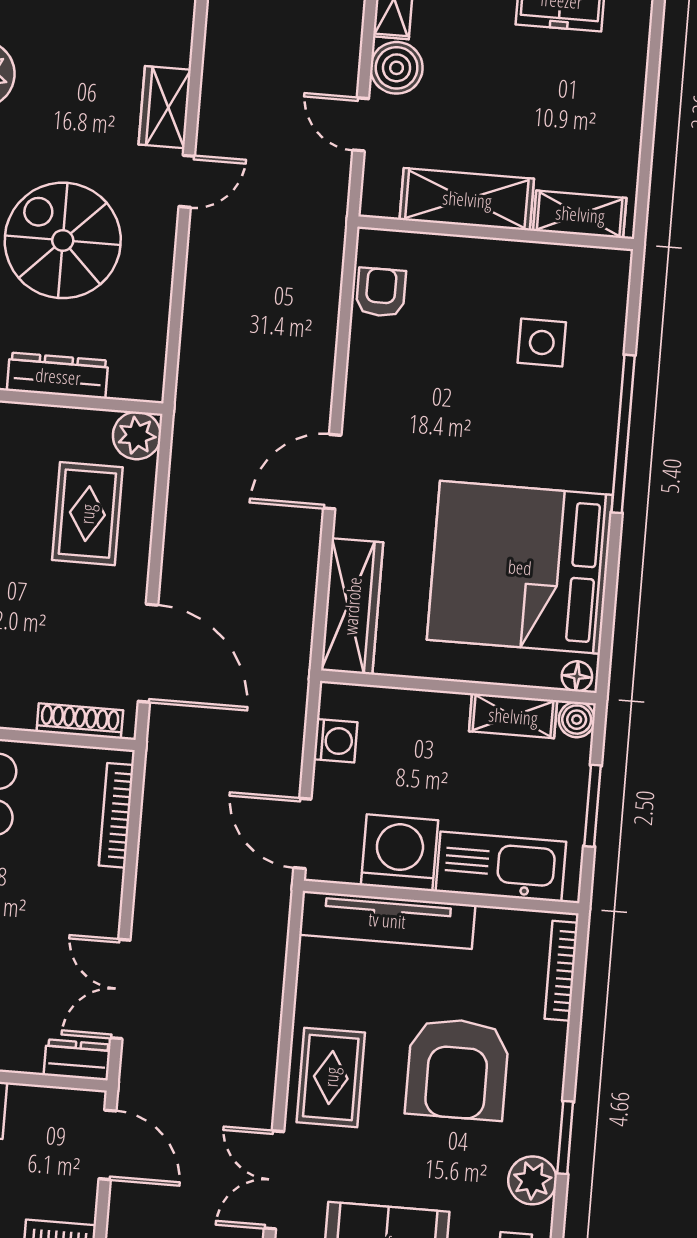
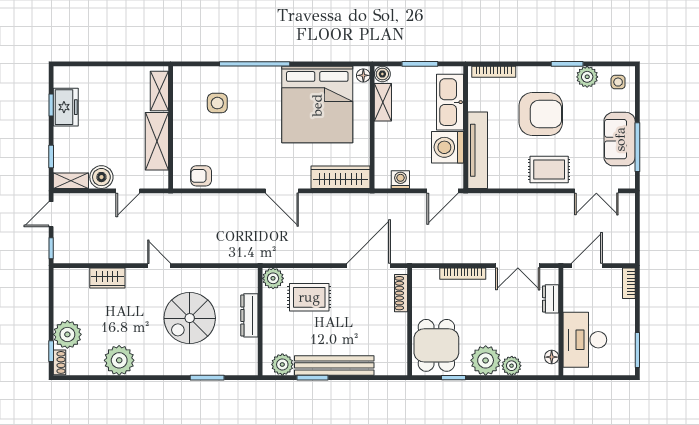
wardrobe: (165, 107) -> (107, 278), moved
bookcase: (116, 815) -> (463, 274), moved
dresser: (77, 1060) -> (551, 299), moved

